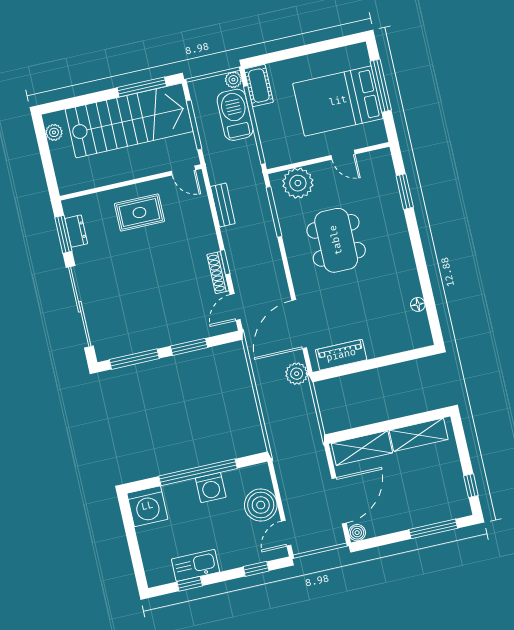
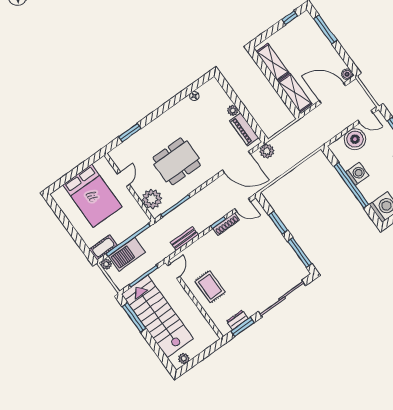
window: (381, 86) -> (72, 174), removed
plant: (374, 350) -> (233, 110), added

